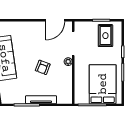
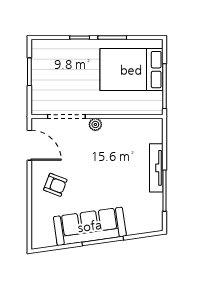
rug: (105, 36) -> (54, 65), removed
armchair: (43, 67) -> (55, 185), moved

